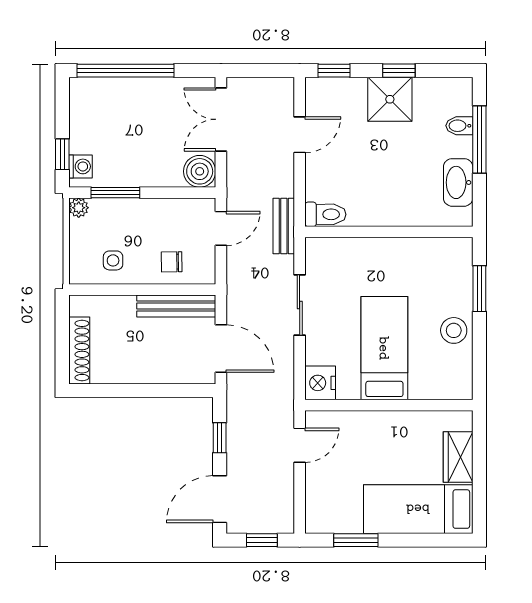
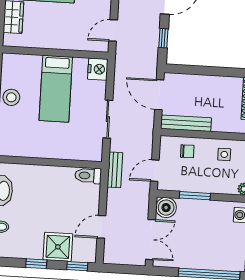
shower: (390, 99) -> (58, 247), moved
window: (115, 193) -> (195, 196), moved

